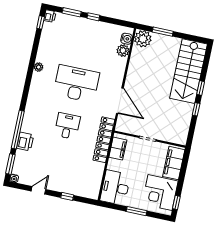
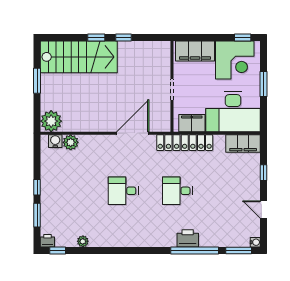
window: (163, 32) -> (37, 81), moved
plant: (39, 67) -> (83, 241), moved
desk: (76, 84) -> (123, 191), width x0.53, depth x0.77
printer: (25, 142) -> (188, 238), moved
filing cabinet: (93, 185) -> (243, 143), added
desk: (115, 188) -> (233, 112), width x1.36, depth x1.30

